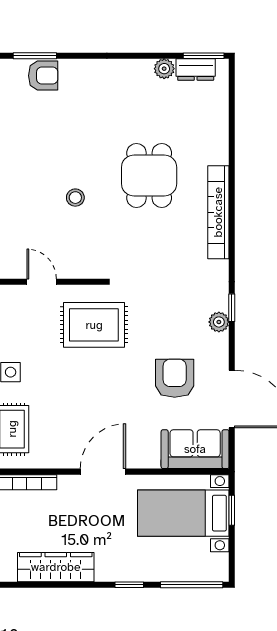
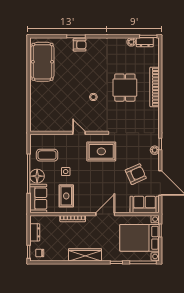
bookcase: (218, 212) -> (154, 87), moved
armchair: (175, 378) -> (136, 174), turned 66
bed with nightstands: (183, 513) -> (139, 238), width x1.36

